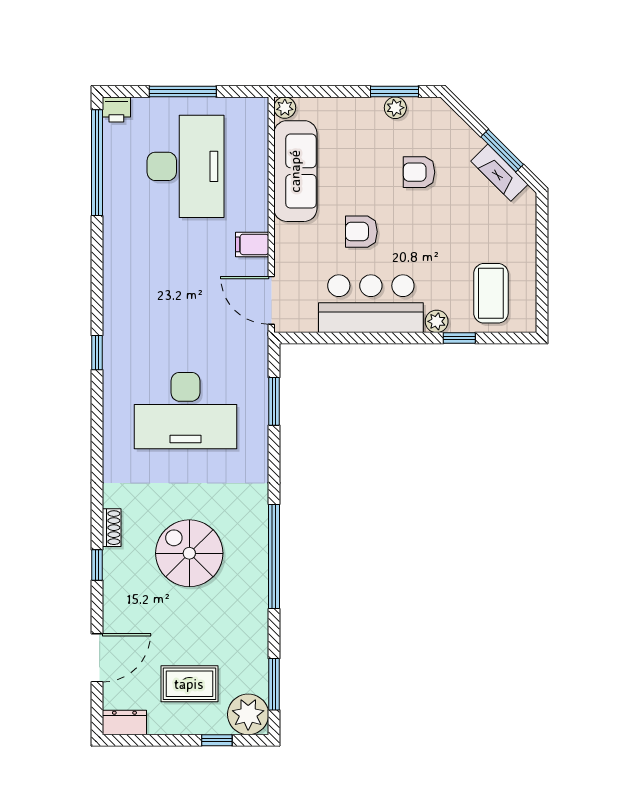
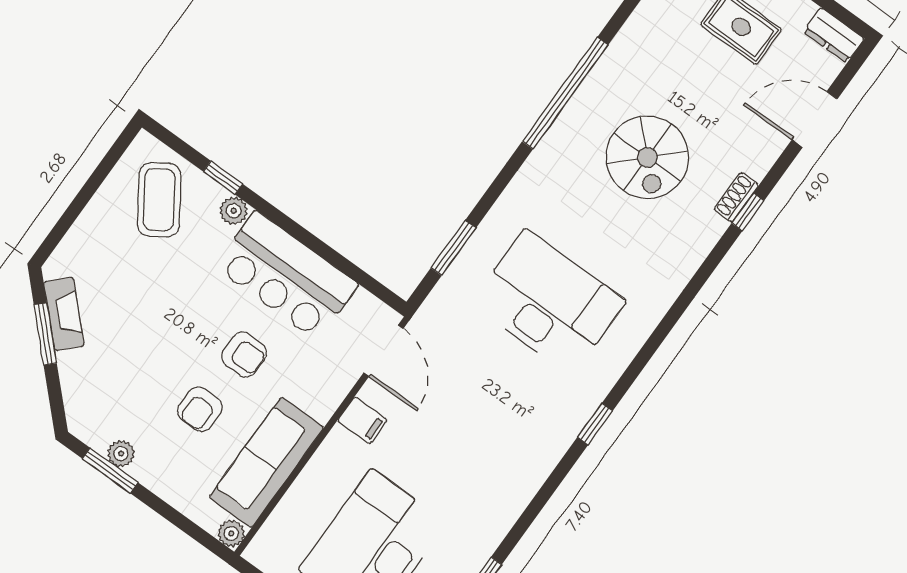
armchair: (419, 172) -> (200, 409), moved, turned 90
coffee table: (491, 293) -> (159, 200), turned -34
shoe rack: (112, 528) -> (736, 197), moved

